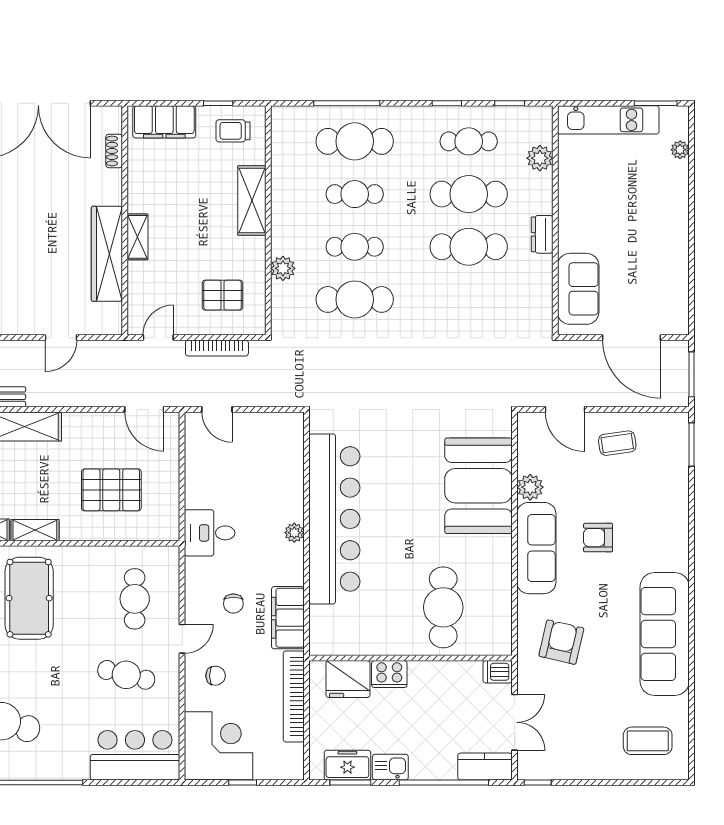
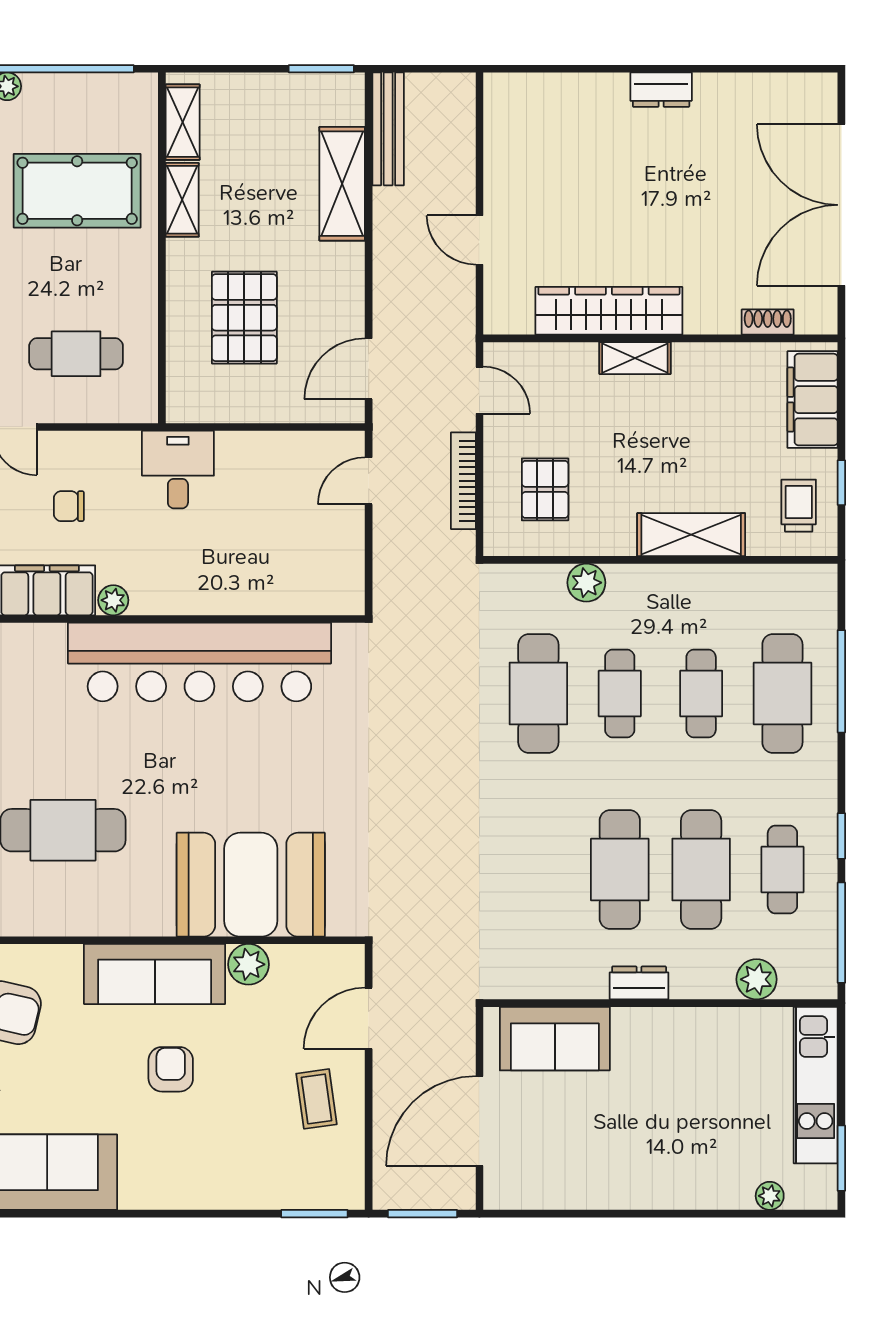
window: (510, 103) -> (841, 933), width x2.17
plant: (294, 533) -> (113, 600), moved

